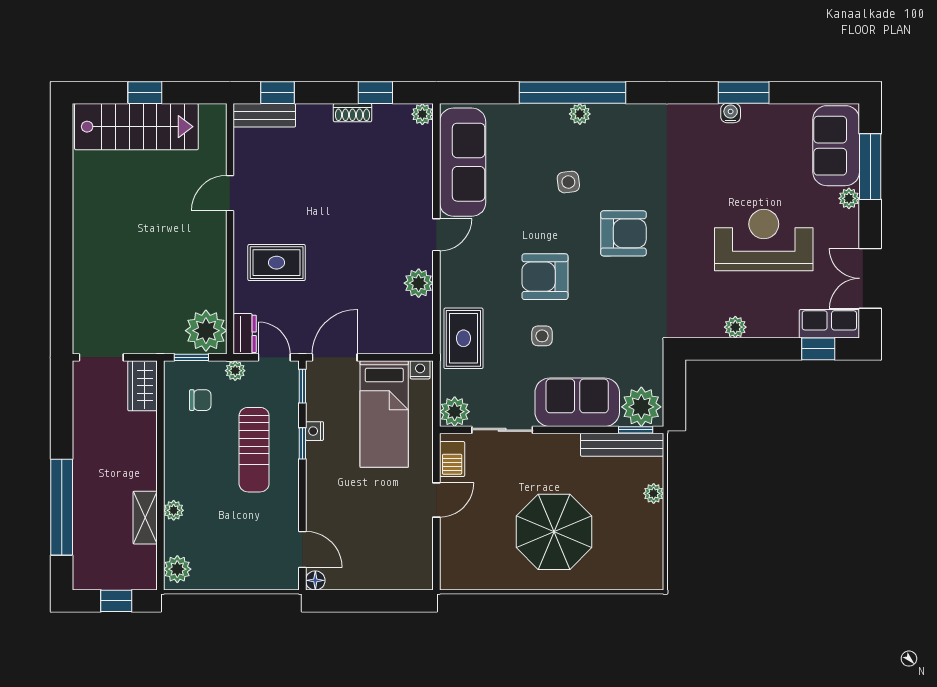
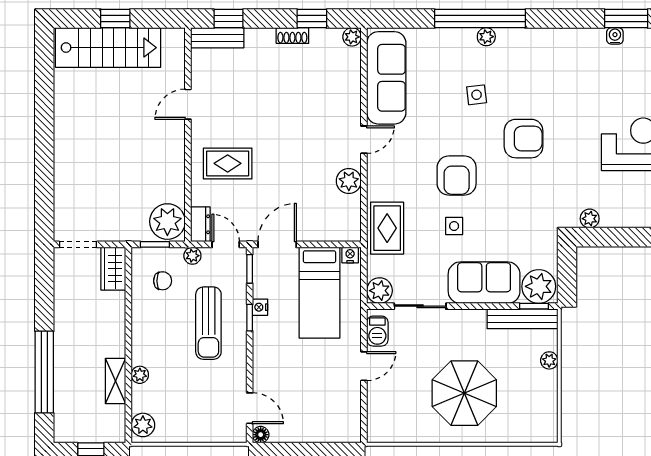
armchair: (545, 277) -> (457, 175), turned -90
plant: (735, 327) -> (590, 219), moved

